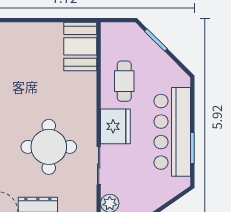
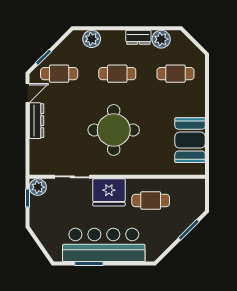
booth: (80, 46) -> (190, 140), moved, turned 90
round table: (49, 147) -> (114, 130), moved

